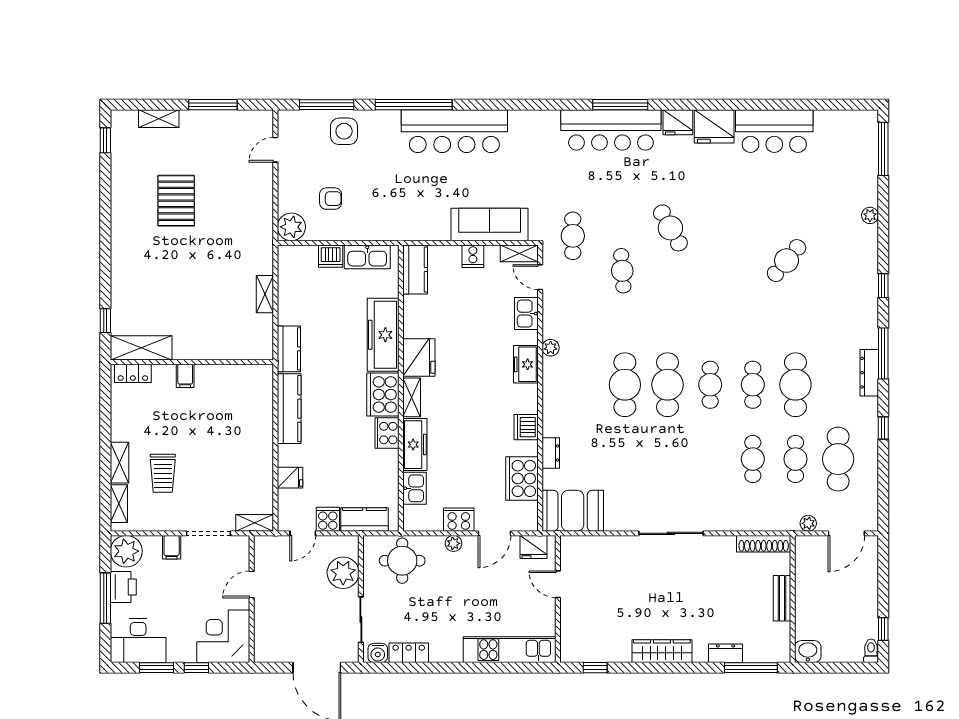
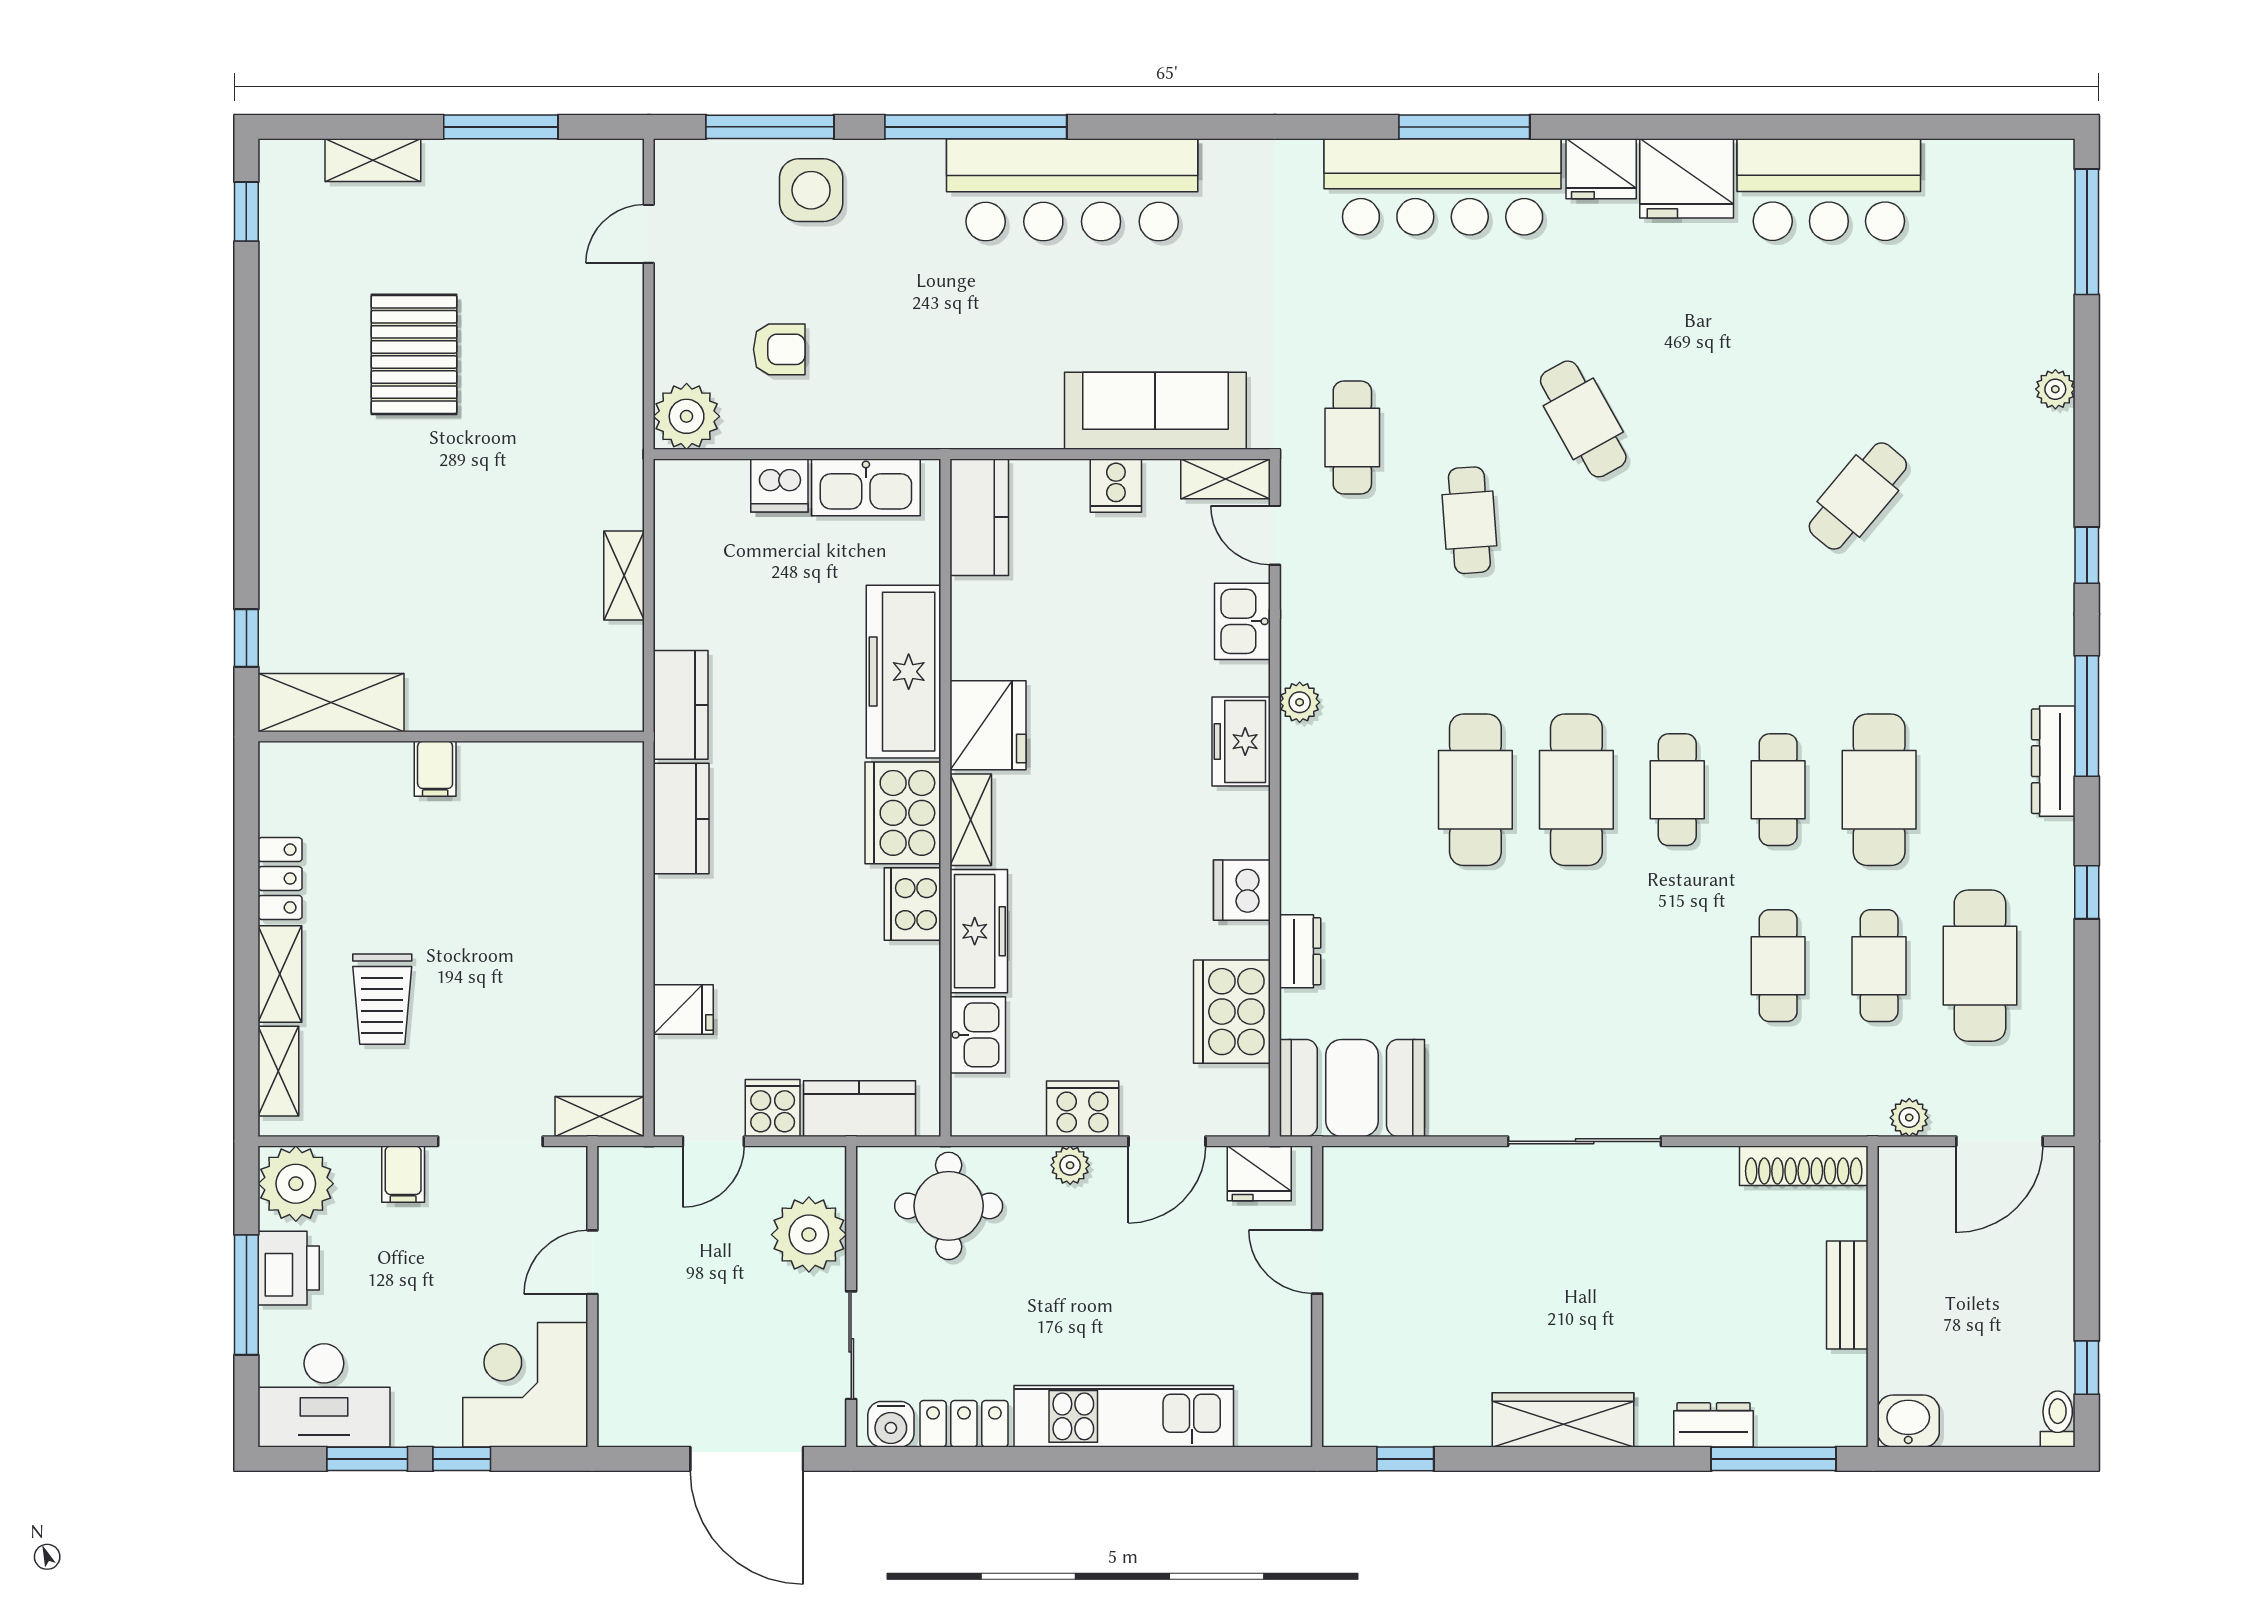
locker: (133, 373) -> (280, 878), moved, turned -90
kitchen counter: (289, 409) -> (681, 819), width x0.67
kitchen unit: (510, 650) -> (1124, 1416), moved

